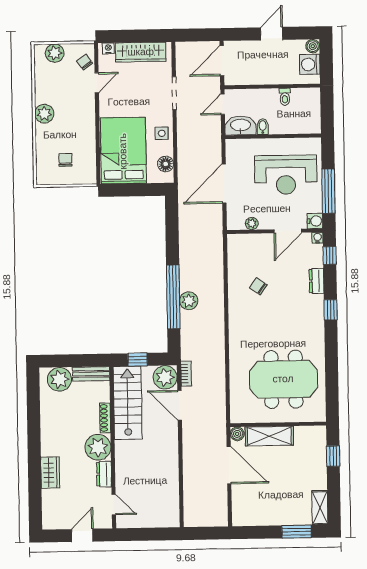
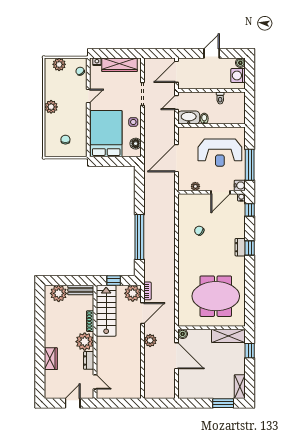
door: (97, 83) -> (88, 96), moved
dresser: (317, 281) -> (240, 247), moved
plant: (189, 301) -> (150, 340), moved
door: (180, 405) -> (143, 313), swing flipped
shelving: (269, 436) -> (228, 336), moved

